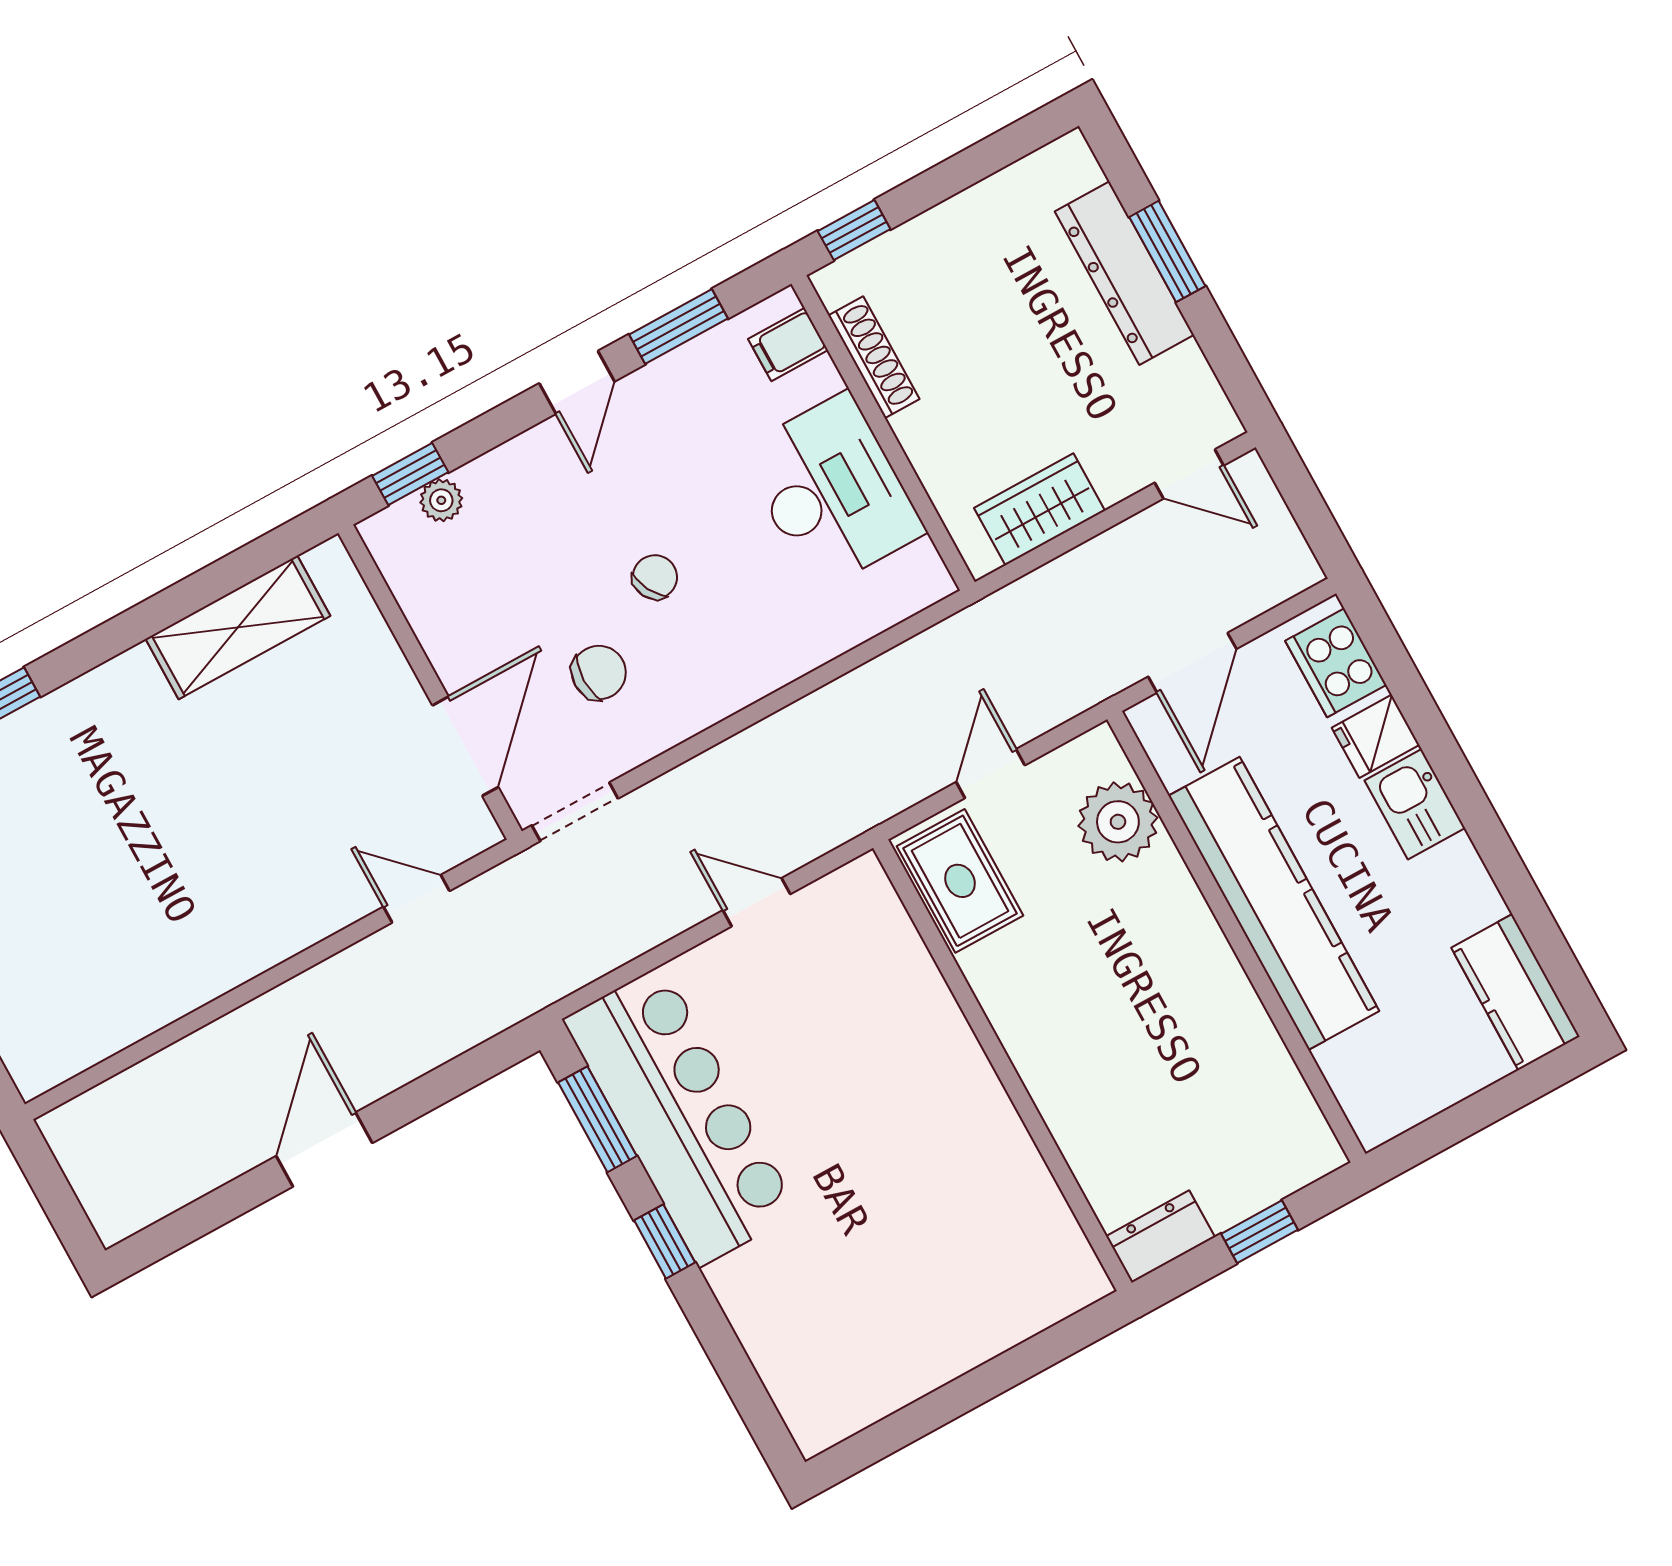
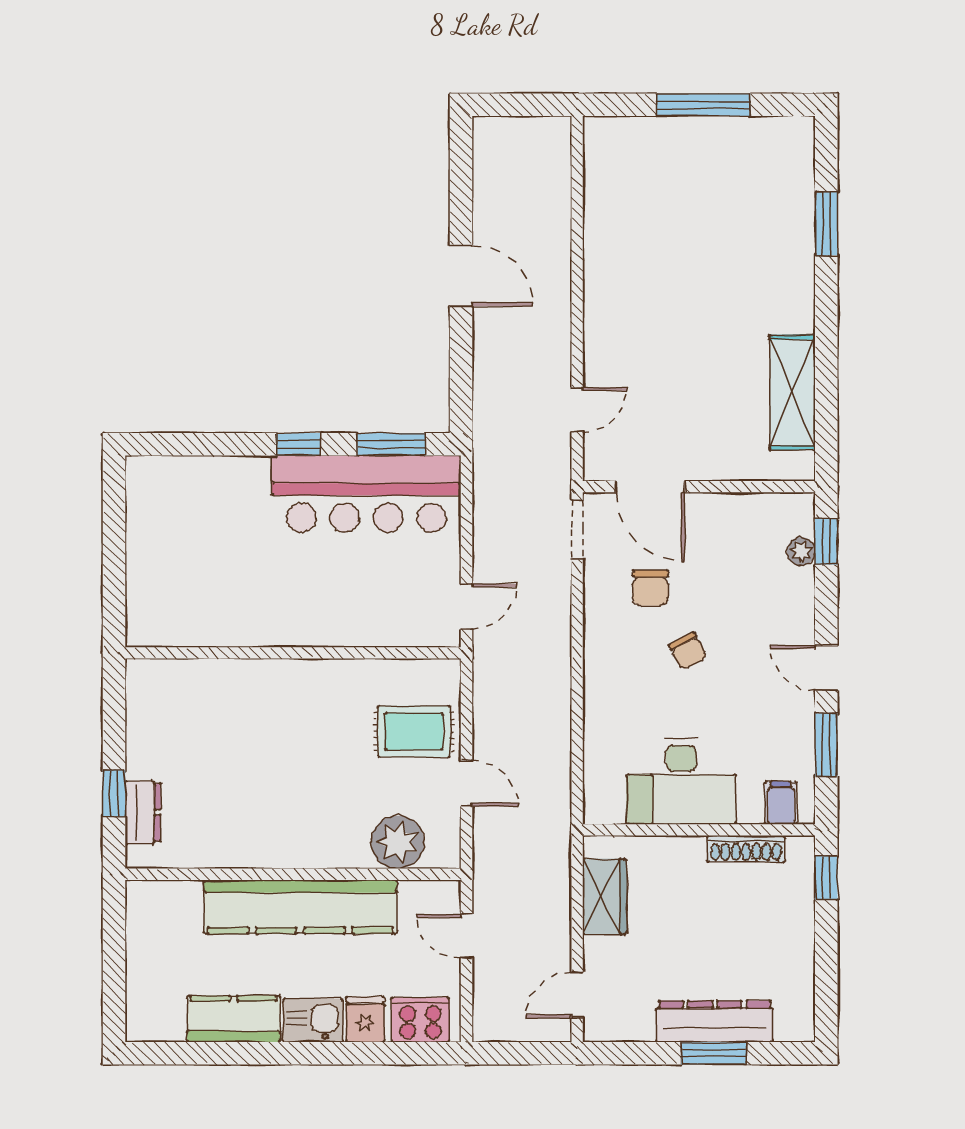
door: (1192, 663) -> (466, 936), width x0.73
kitchen counter: (1515, 992) -> (234, 1019), moved
wall: (1002, 1065) -> (293, 653), moved
dresser: (1160, 1237) -> (143, 812), moved

